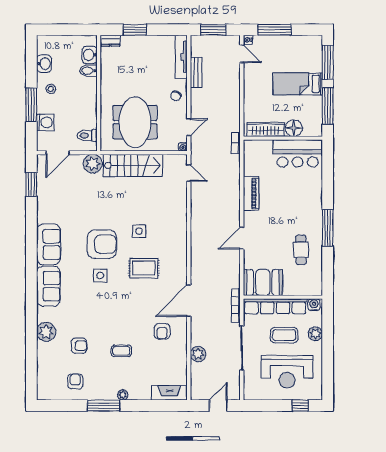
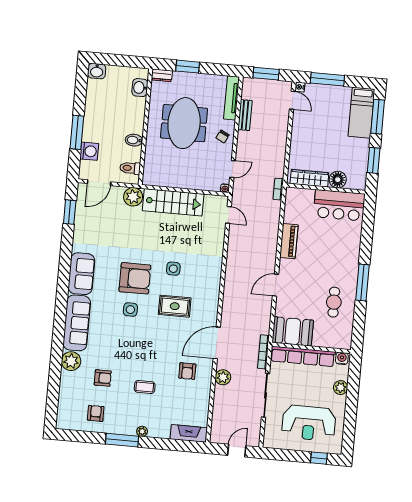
washbasin: (44, 64) -> (97, 71), moved, turned 90
bidet: (88, 71) -> (134, 140), moved
bed: (298, 84) -> (361, 113), moved, turned -90
stool: (51, 89) -> (98, 118), removed
window: (328, 106) -> (374, 160), width x0.69
meeting table: (135, 122) -> (184, 123), moved
sofa: (48, 286) -> (77, 323), width x1.36
coffee table: (284, 335) -> (309, 386), removed
plant: (198, 354) -> (223, 377), moved

